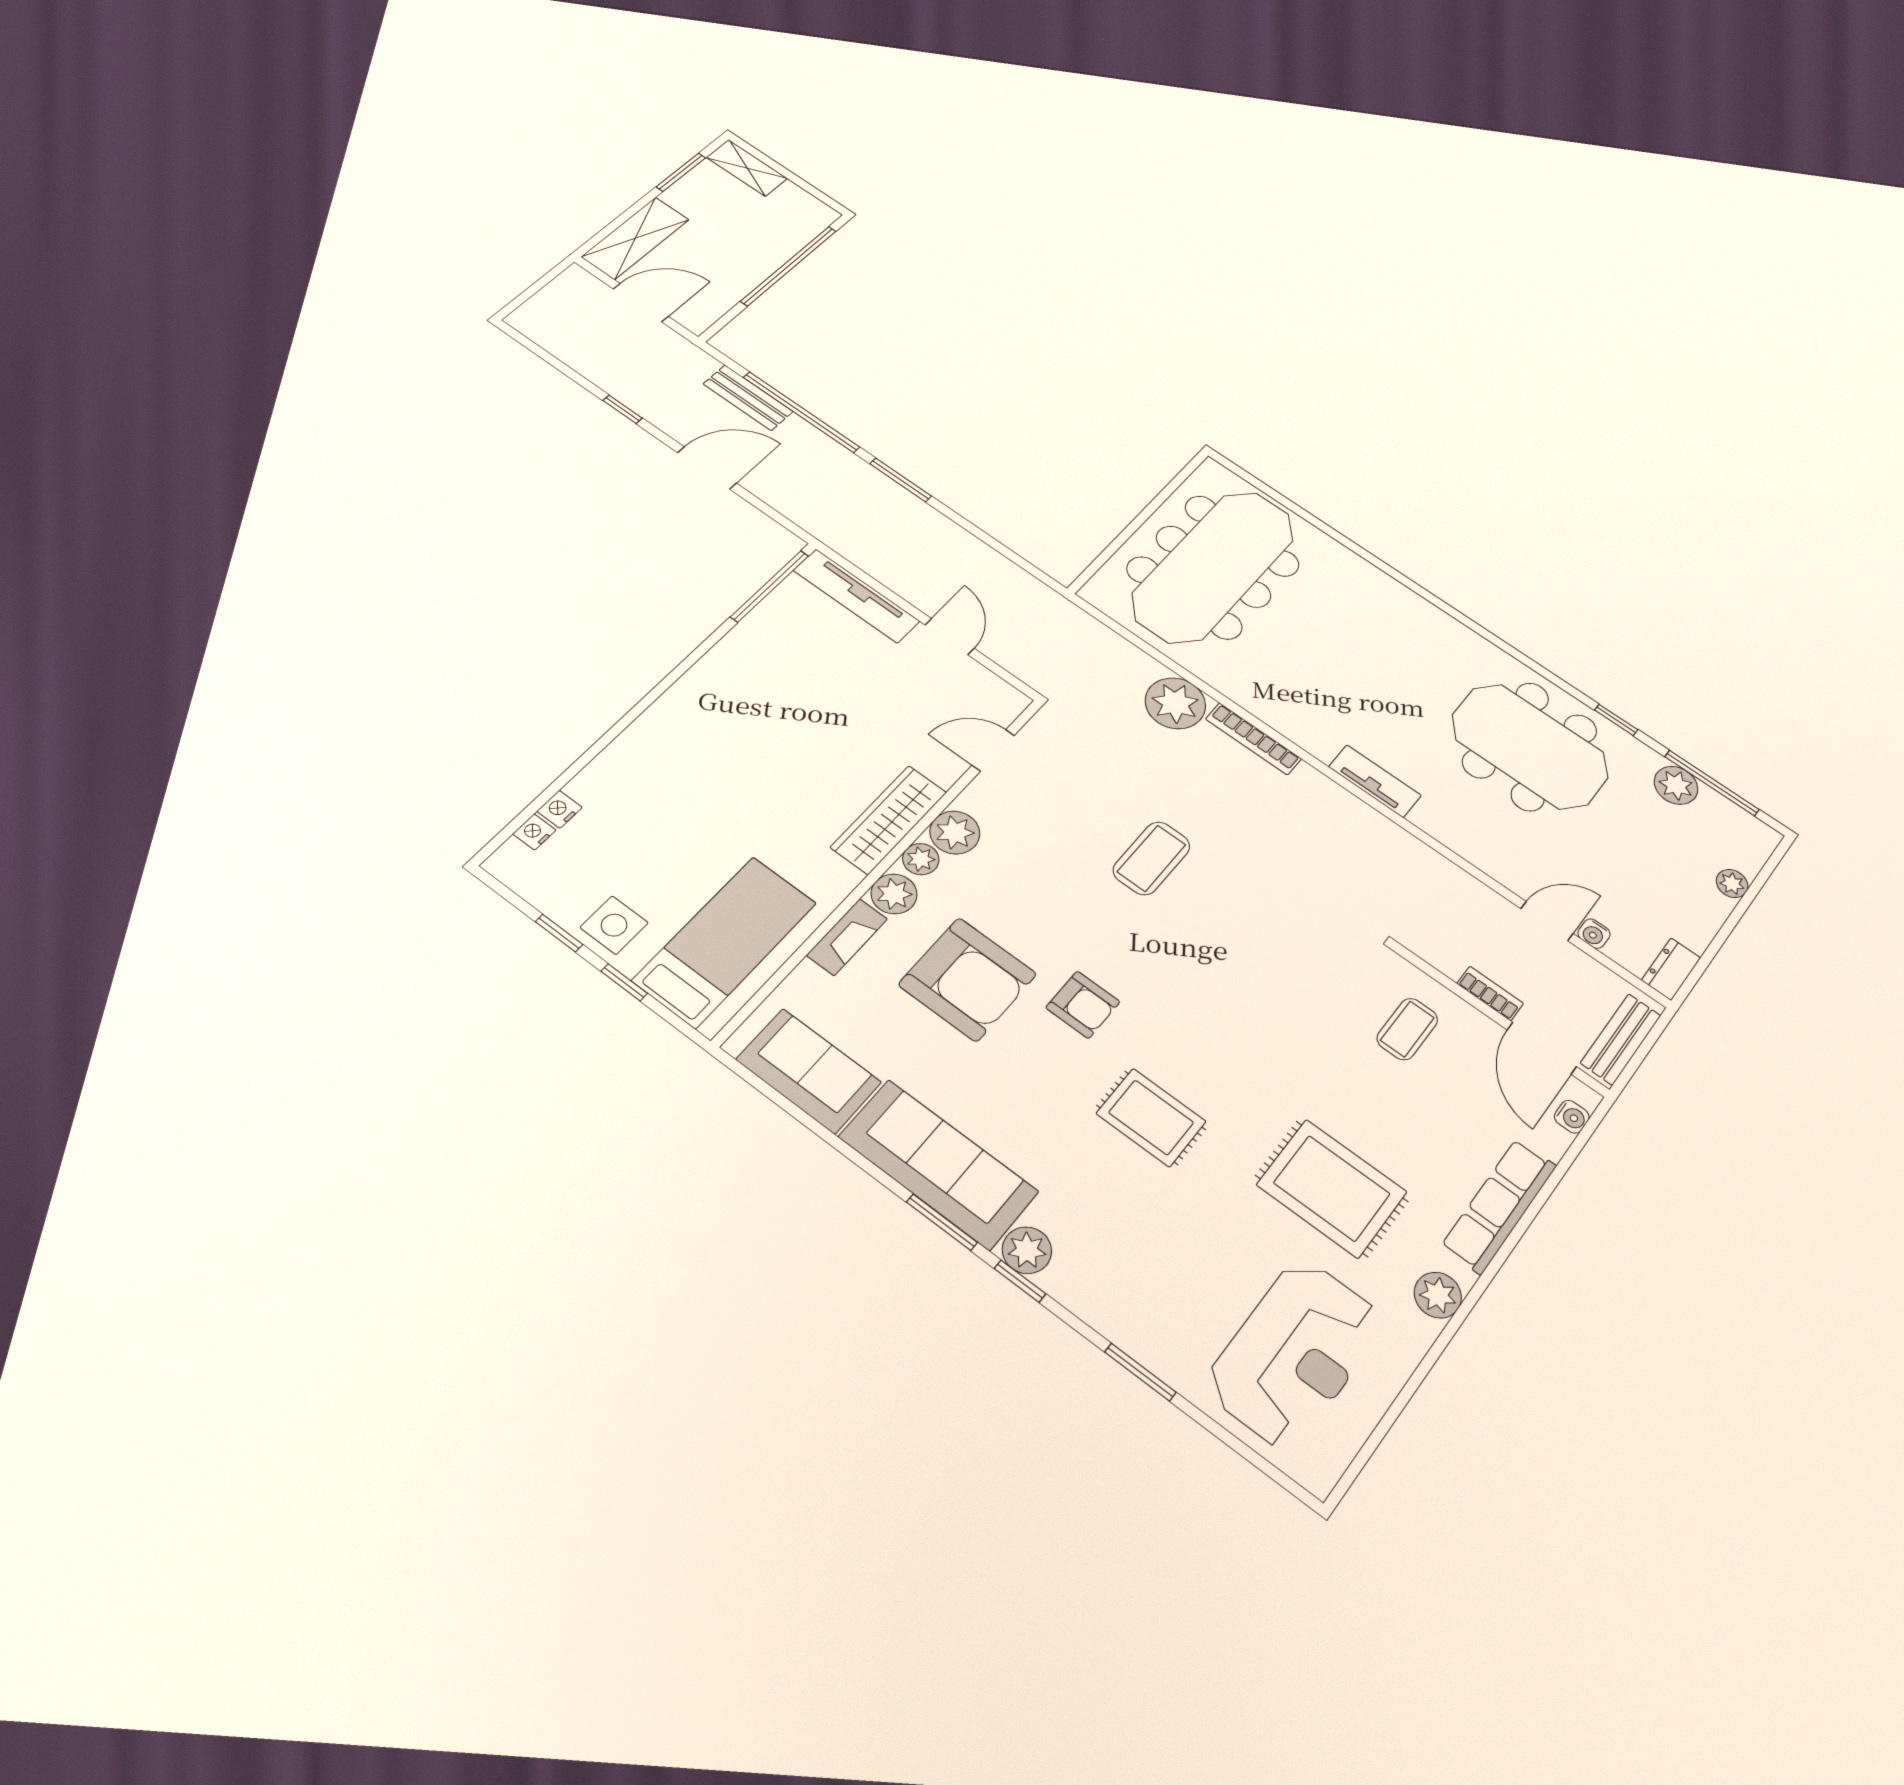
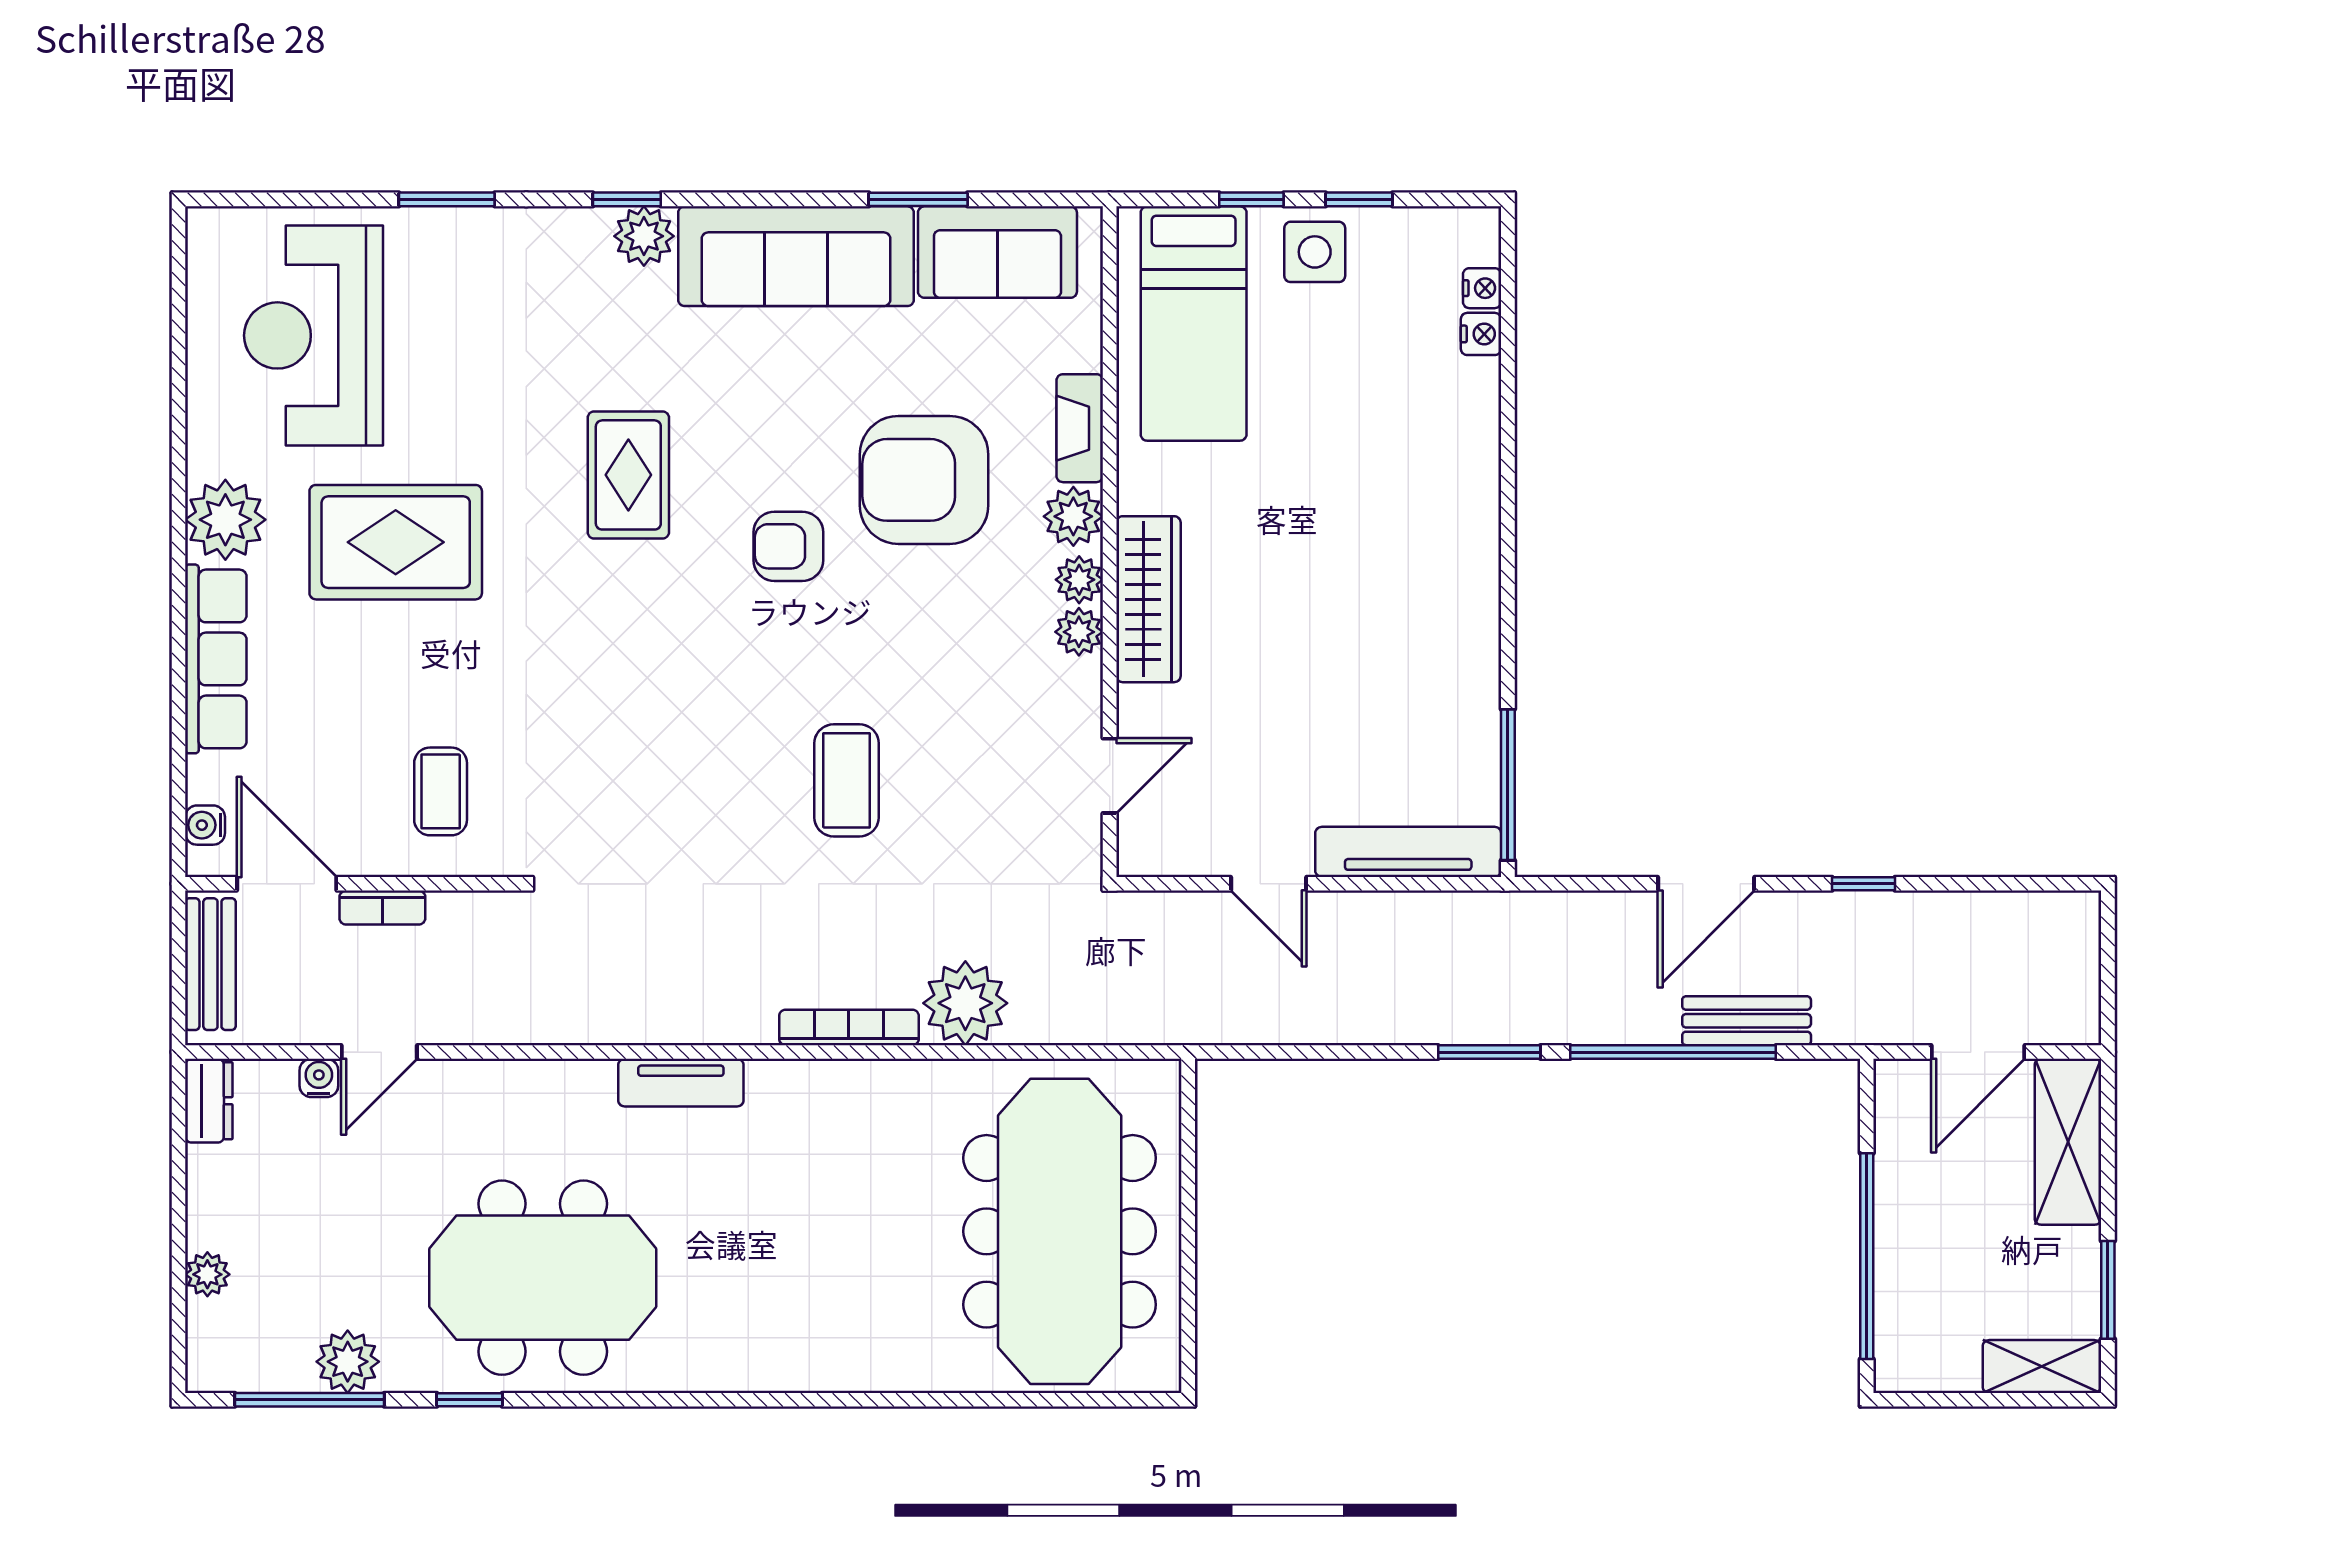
plant: (955, 833) -> (1079, 632), width x0.73, depth x0.73
rug: (1151, 1117) -> (628, 475), turned 90
window: (942, 1222) -> (918, 199), moved
plant: (1438, 1295) -> (225, 520), width x1.36, depth x1.36

